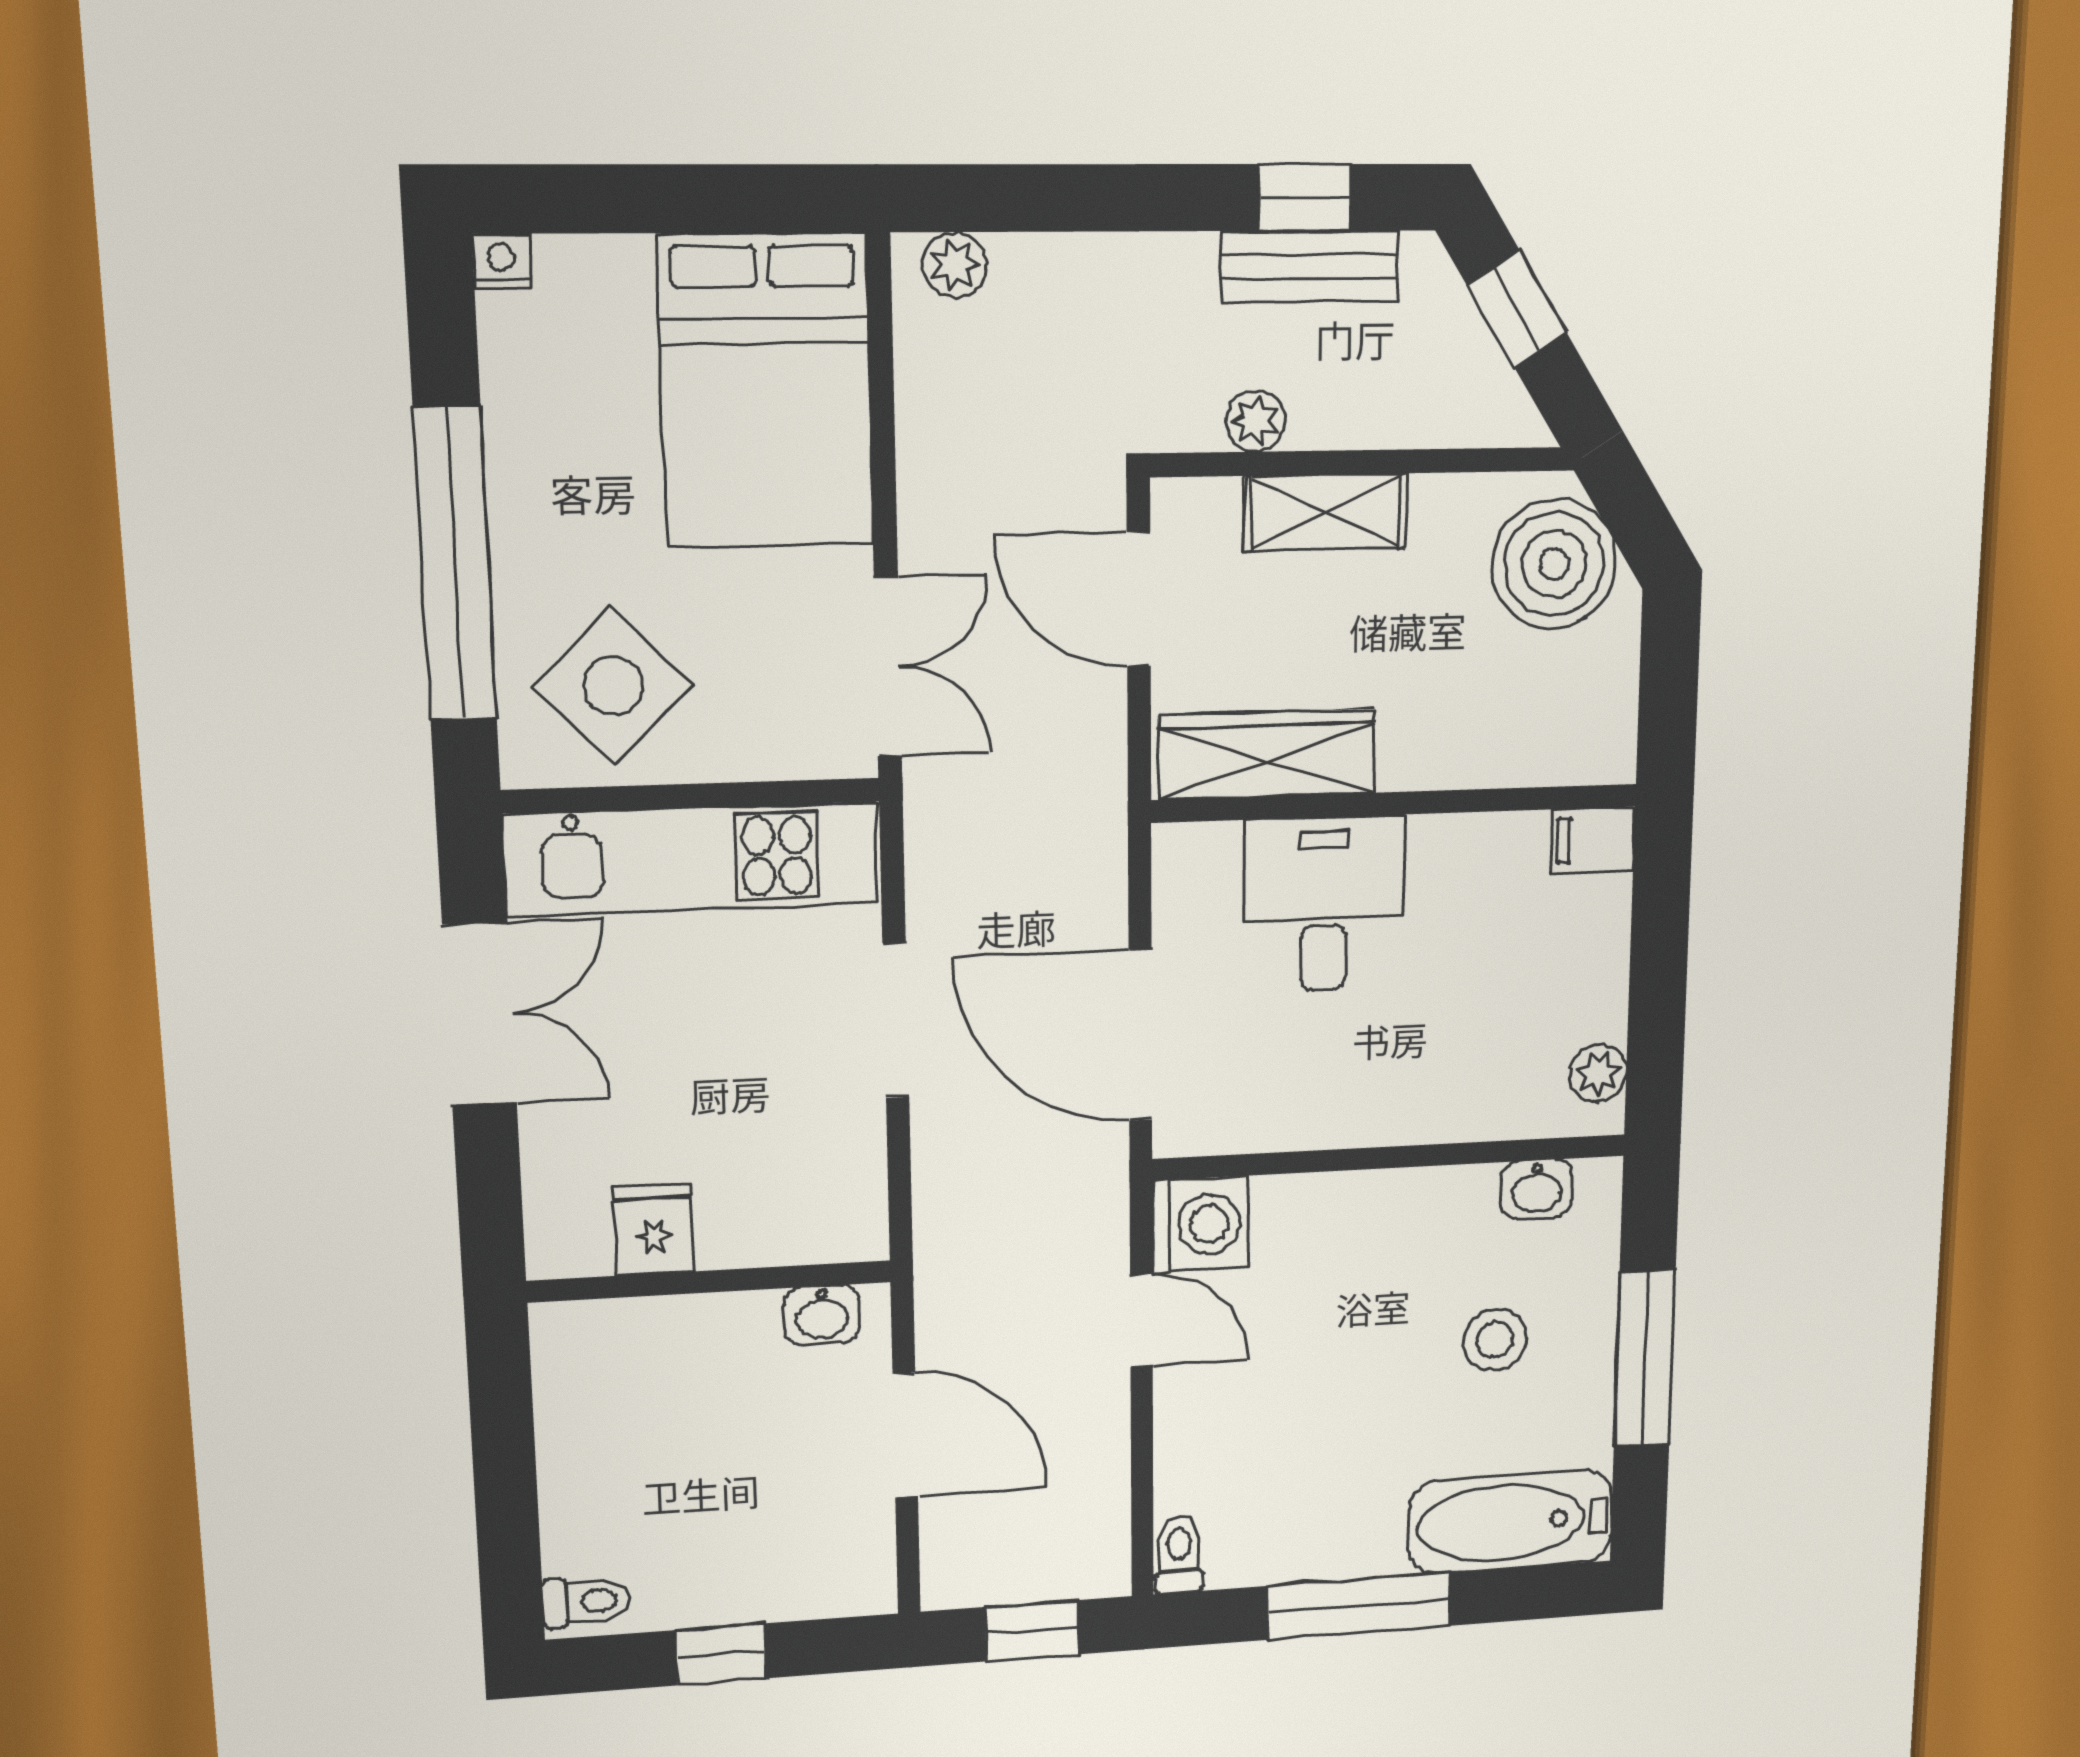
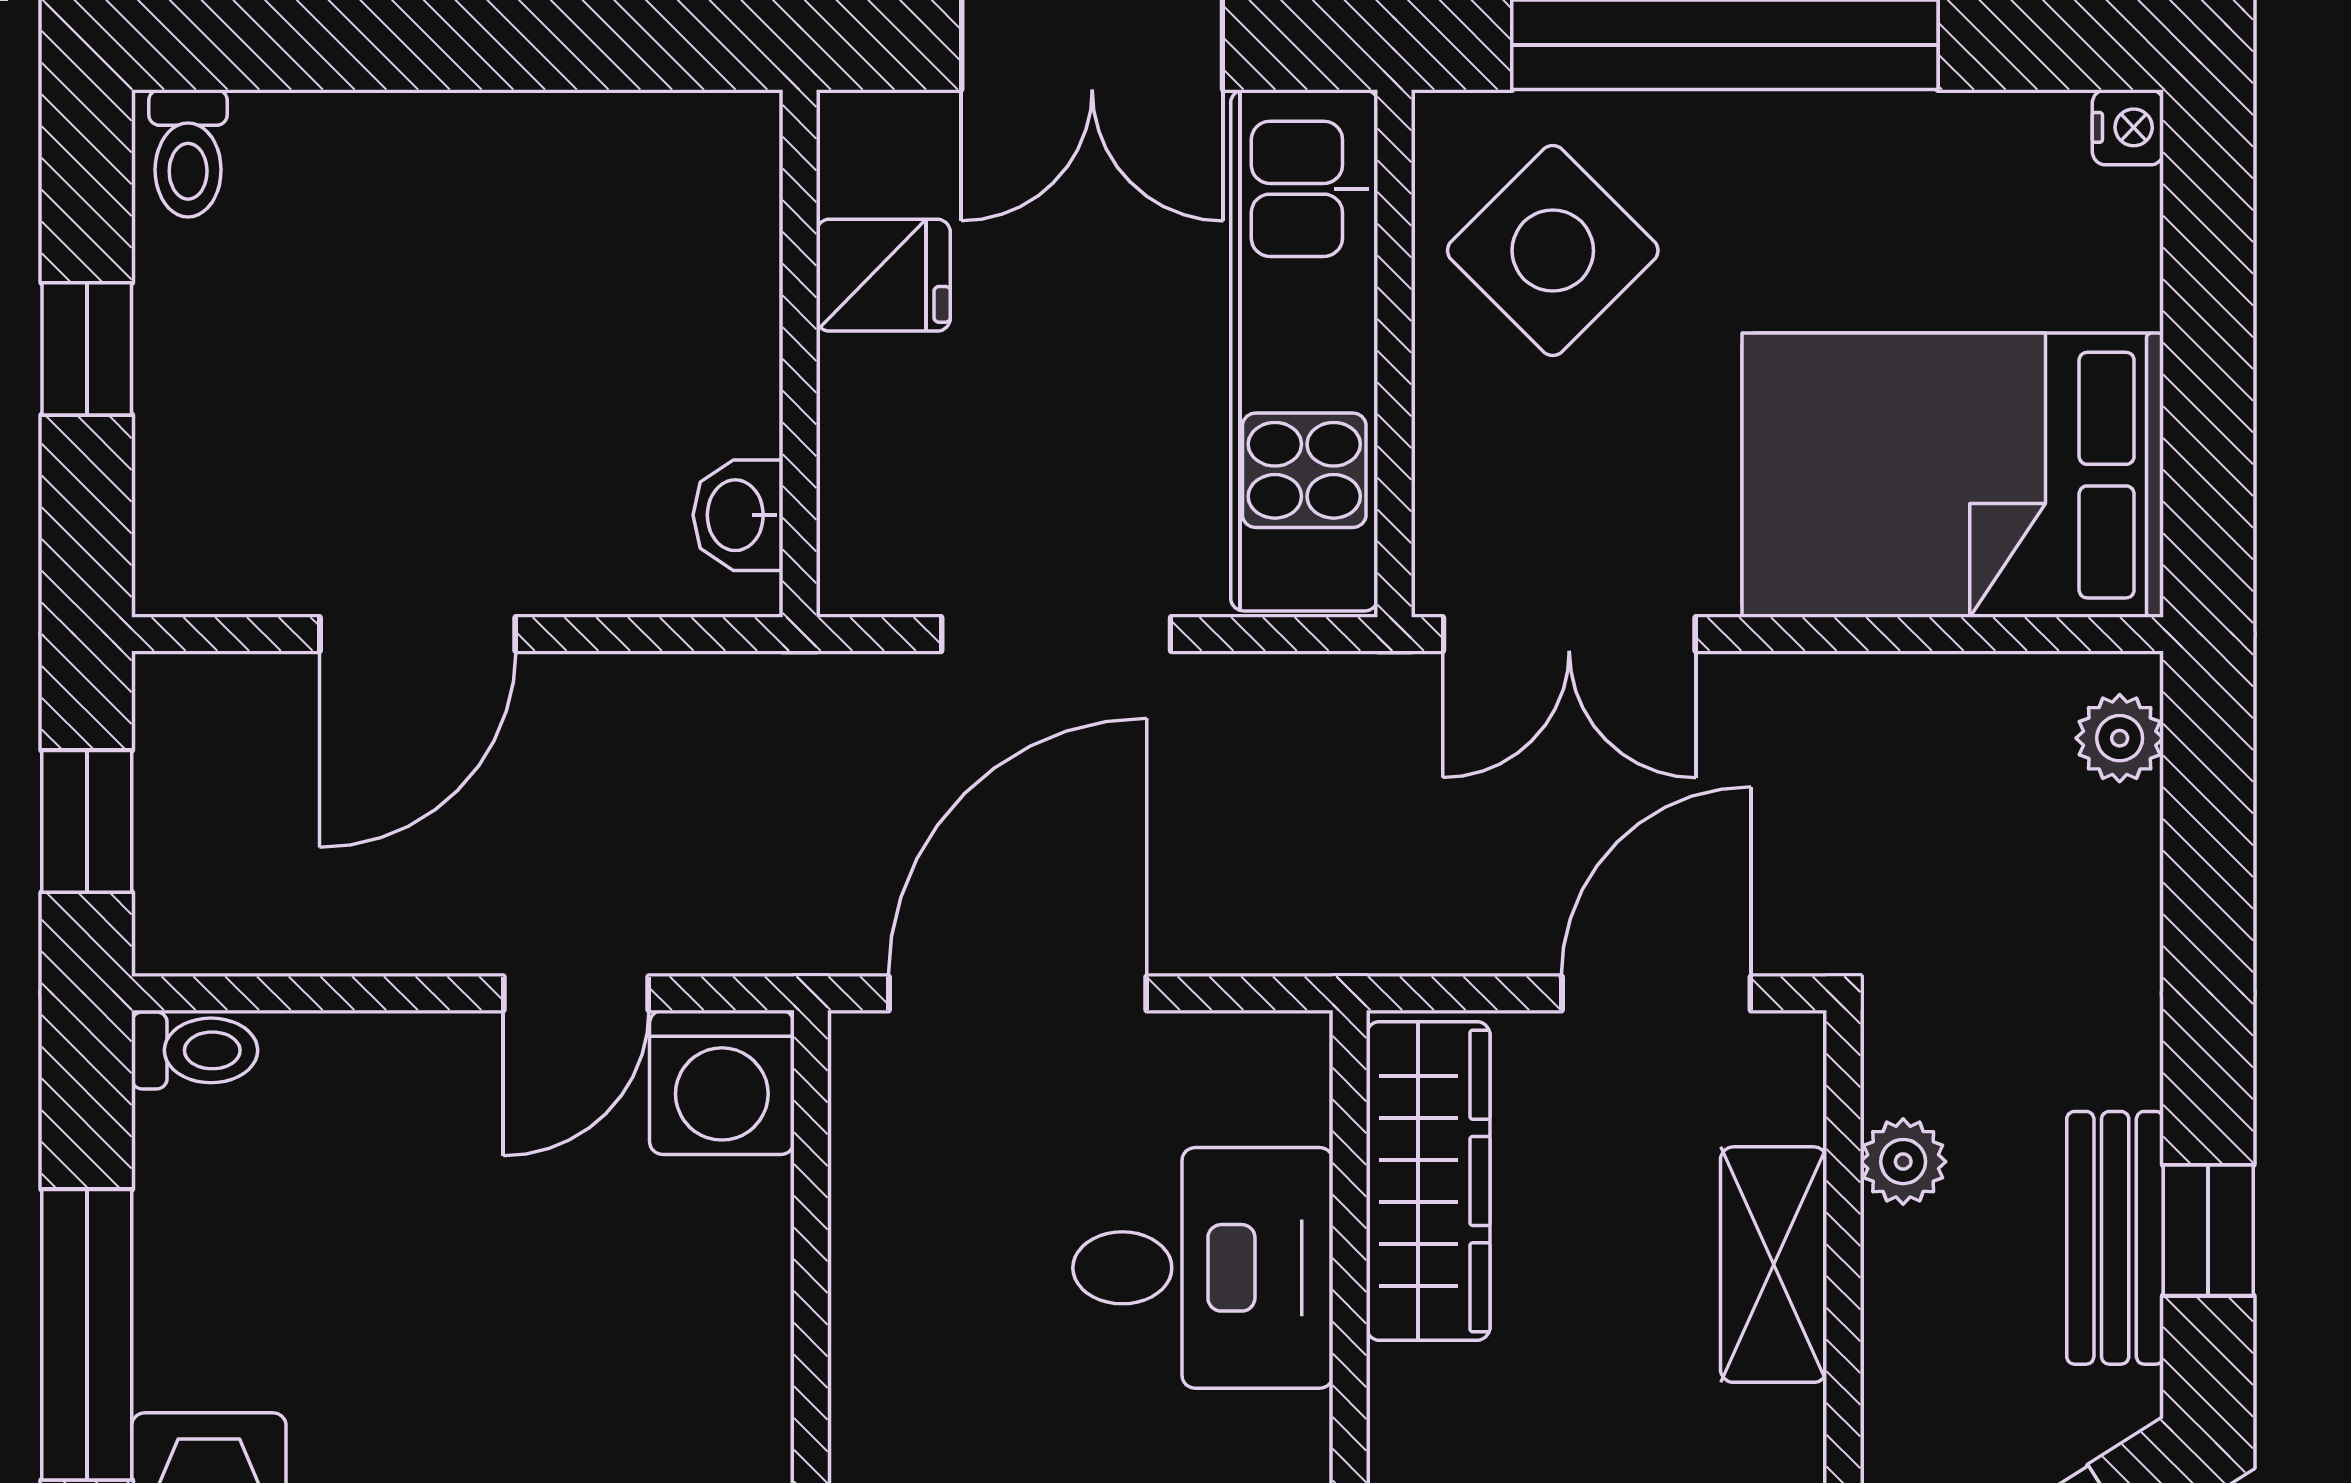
fridge: (654, 1230) -> (883, 275), moved
wall: (710, 1281) -> (800, 354), moved
washbasin: (822, 1315) -> (738, 515), moved

